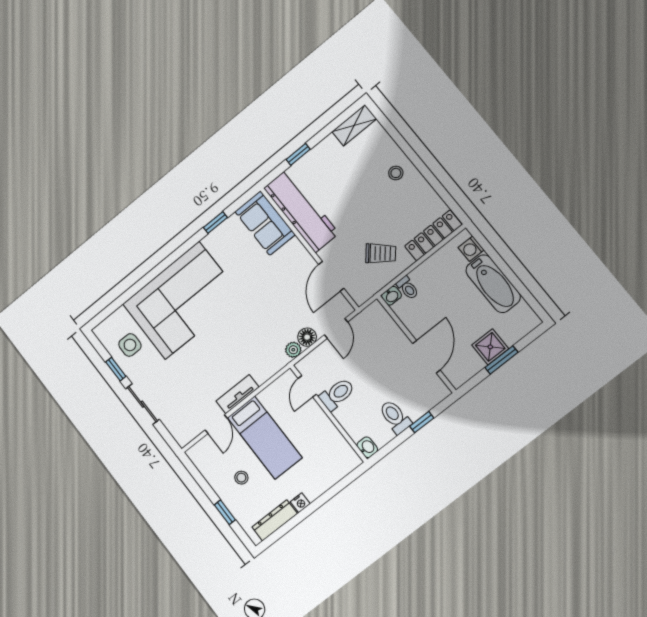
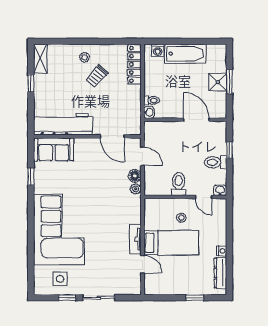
window: (298, 154) -> (31, 83), moved
trolley: (381, 253) -> (97, 76), moved, turned 180
door: (307, 386) -> (204, 197), moved
stool: (241, 478) -> (181, 218), moved

